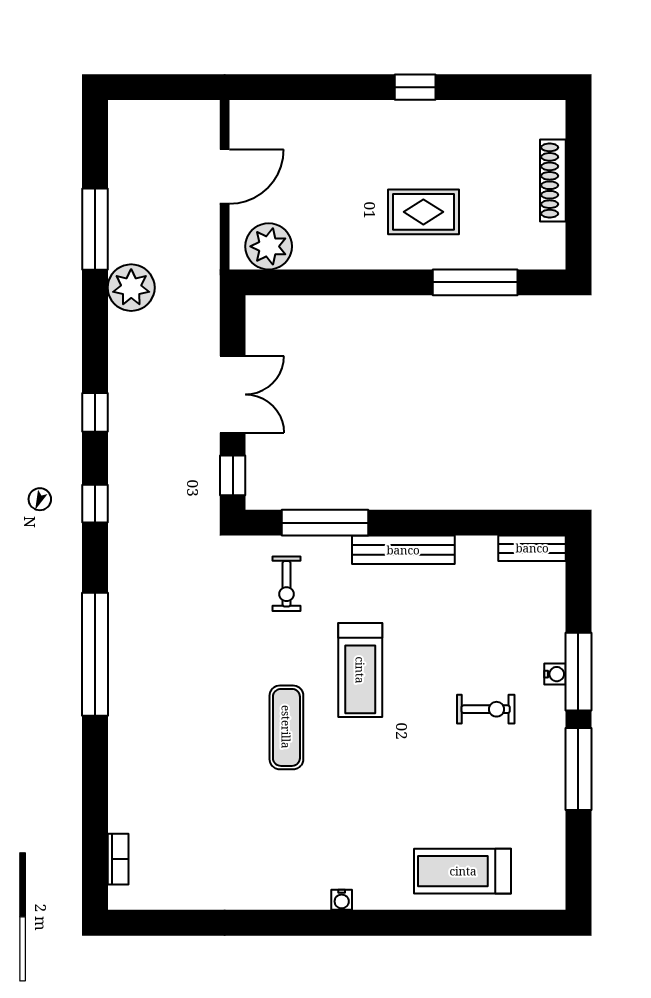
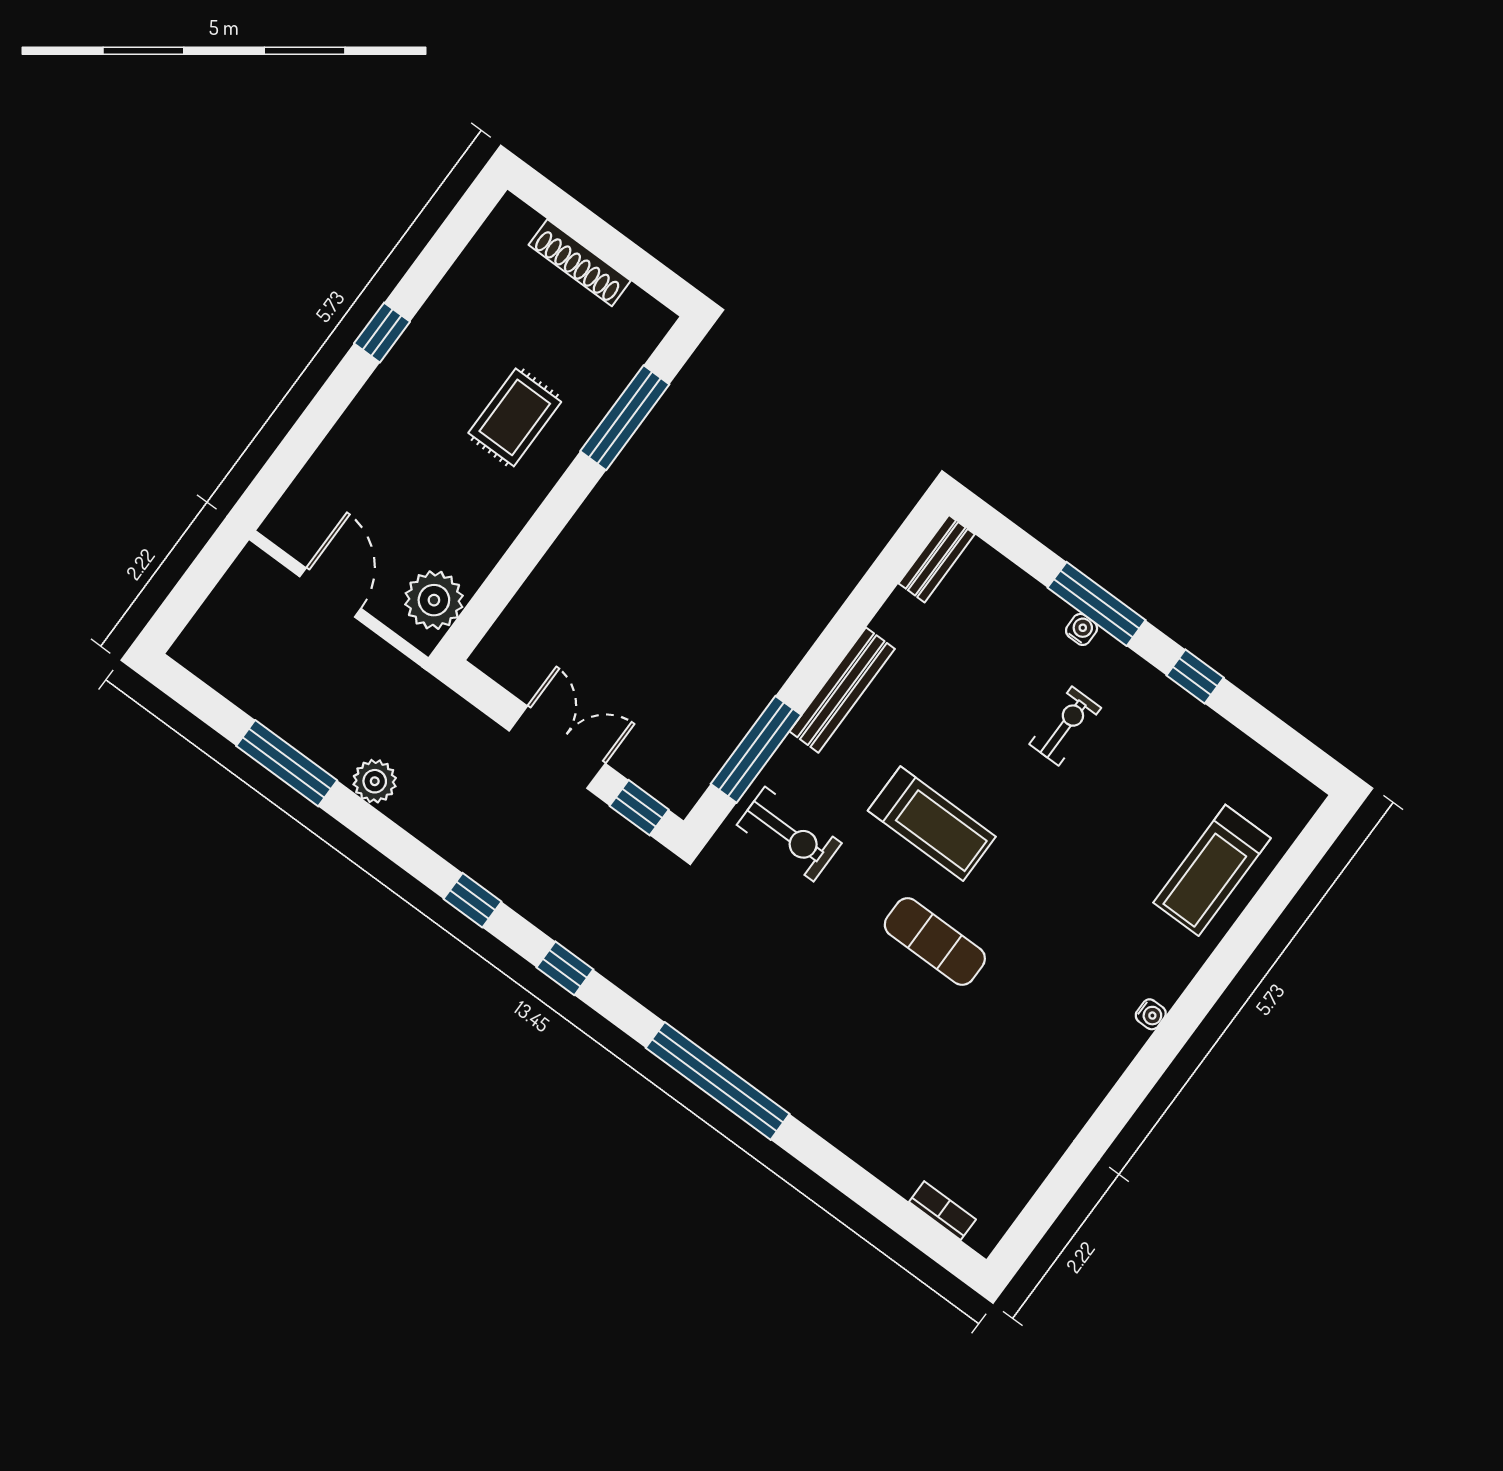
plant: (131, 288) -> (375, 781), width x0.73, depth x0.73
exercise bike: (287, 584) -> (789, 834), width x1.38, depth x1.39
window: (578, 769) -> (1195, 677), width x0.46

